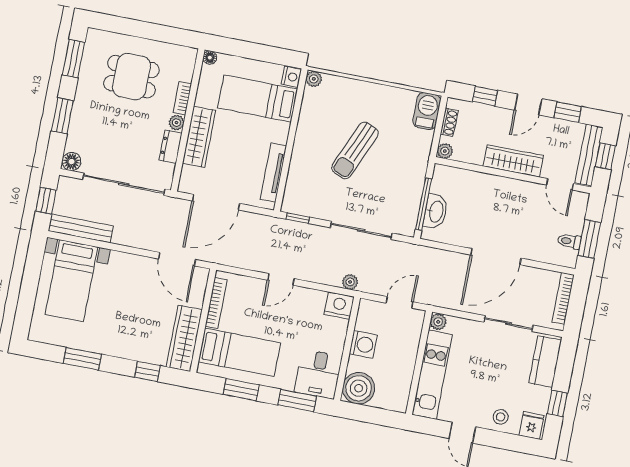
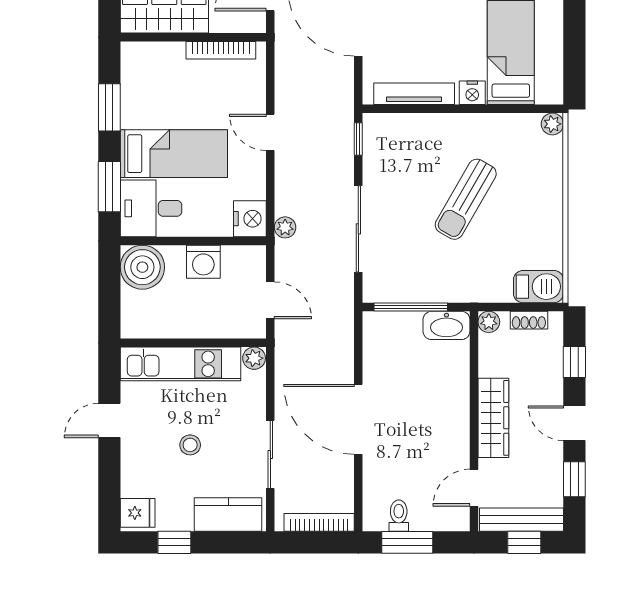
nightstand: (291, 77) -> (472, 93), moved
sun lounger: (355, 150) -> (466, 199), turned -83
washbasin: (436, 211) -> (446, 325), moved
bed: (239, 352) -> (174, 154), moved, turned -90
stool: (501, 417) -> (190, 445), moved

